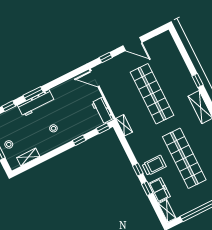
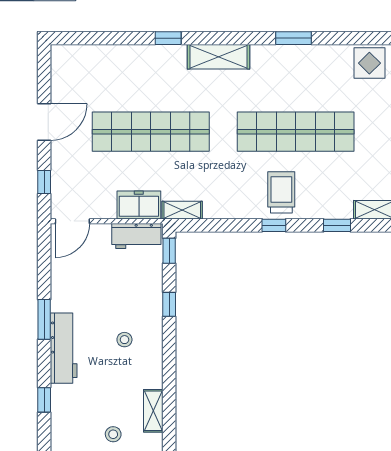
window: (33, 94) -> (44, 319), moved
window: (147, 188) -> (337, 225), moved
freezer: (159, 190) -> (139, 205), moved

